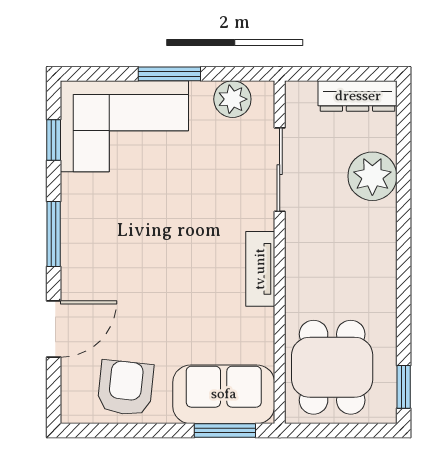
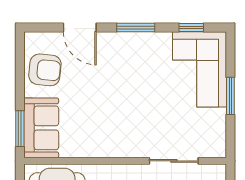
plant: (232, 99) -> (215, 133), removed
tv unit: (260, 269) -> (115, 149), removed

